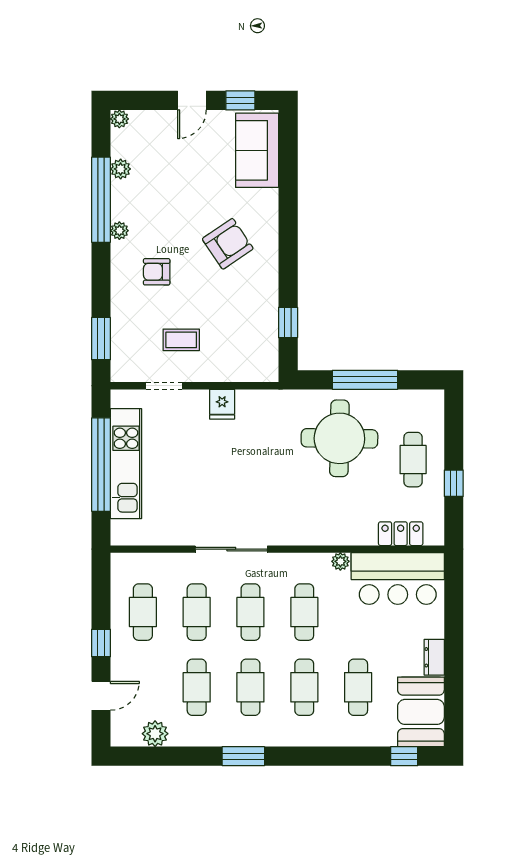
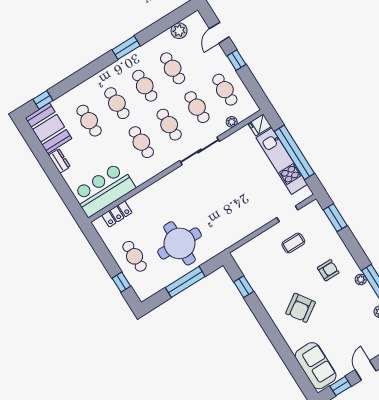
fridge: (222, 404) -> (260, 125), moved, turned -90
window: (454, 483) -> (121, 282), moved
plant: (340, 561) -> (232, 122), moved

